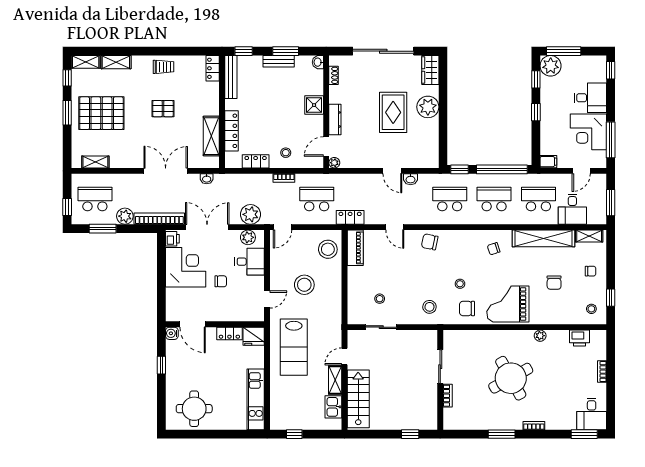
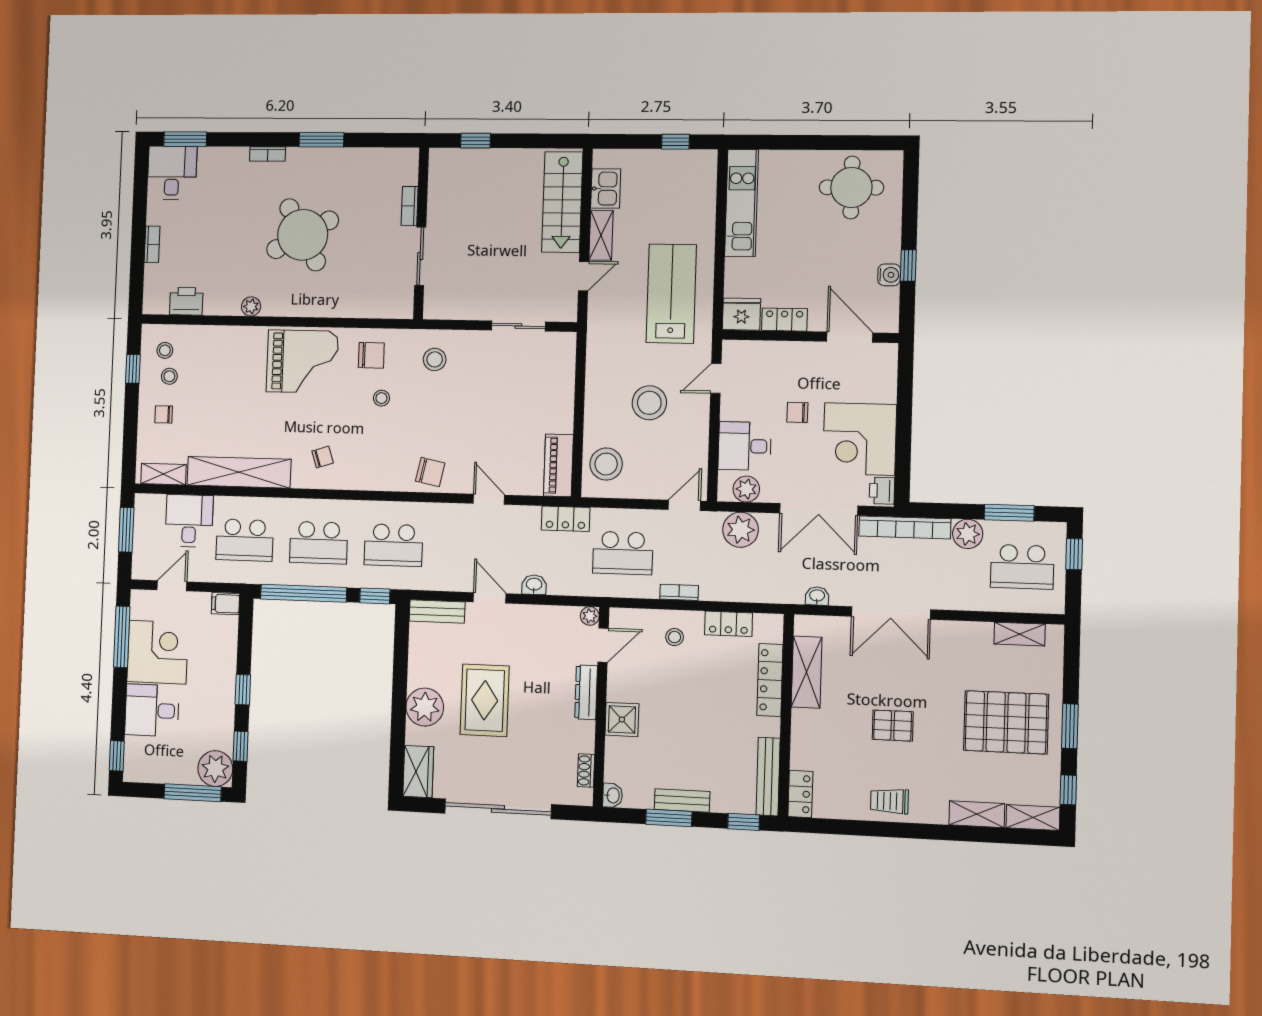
bench: (423, 162) -> (437, 611), added
washbasin: (411, 179) -> (534, 585), moved
chair: (554, 283) -> (224, 396), removed
stool: (380, 299) -> (169, 376), moved
water cooler: (172, 333) -> (889, 275), moved

